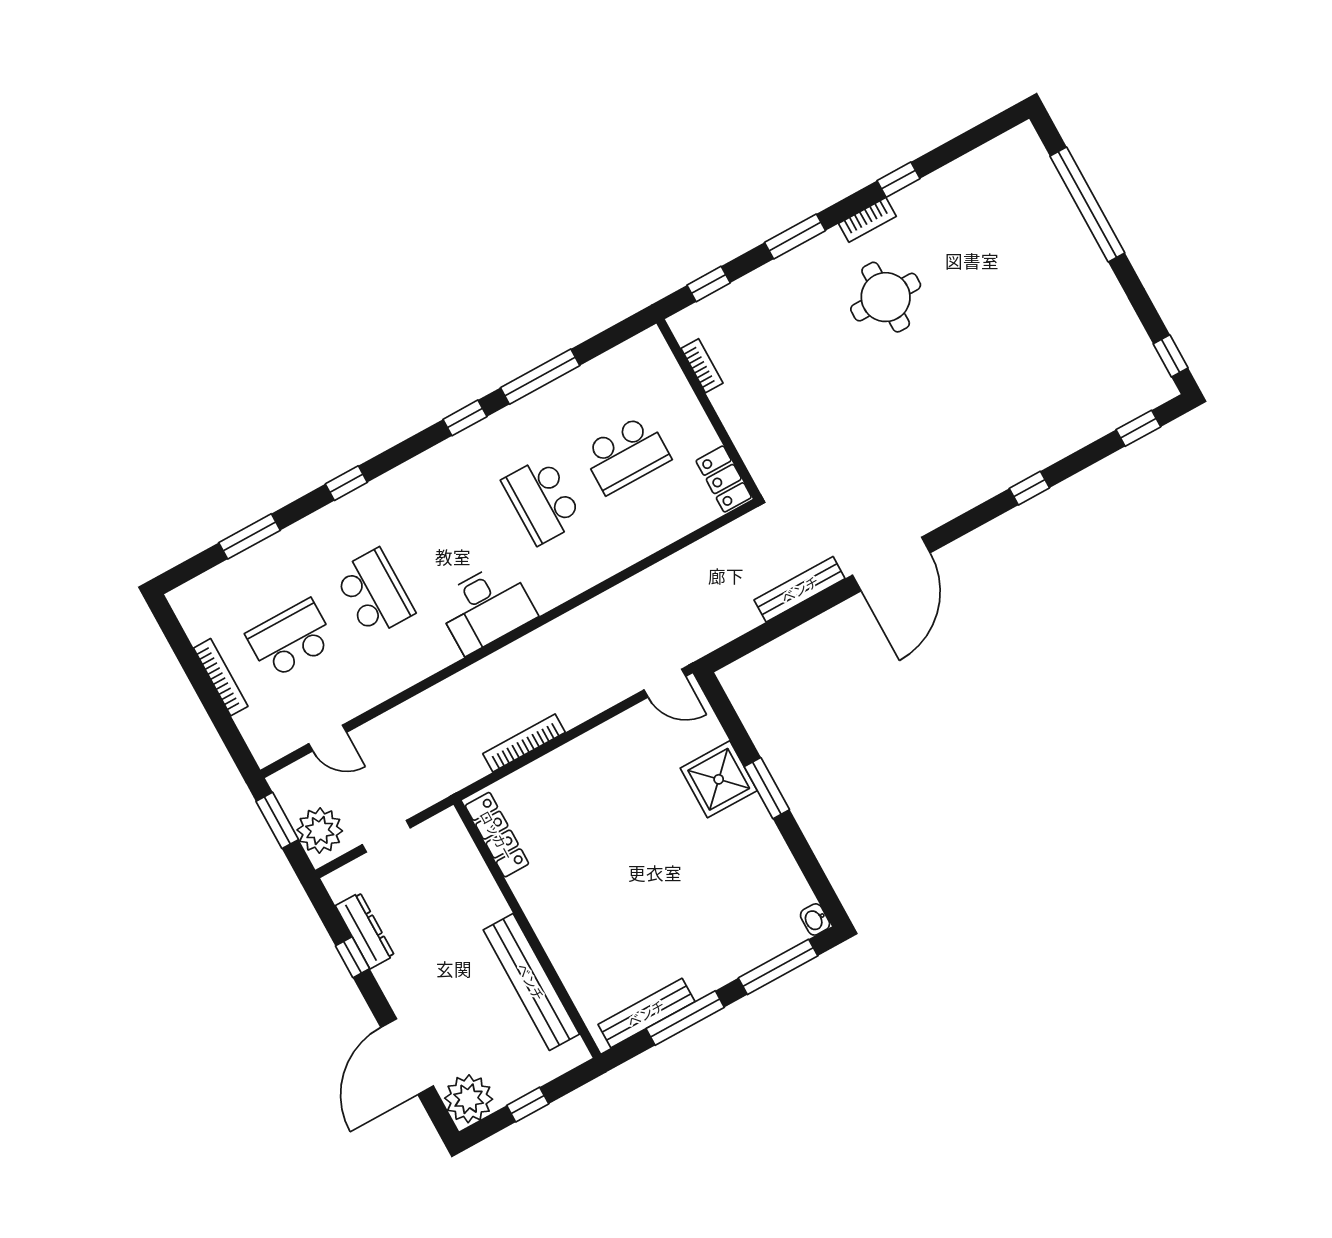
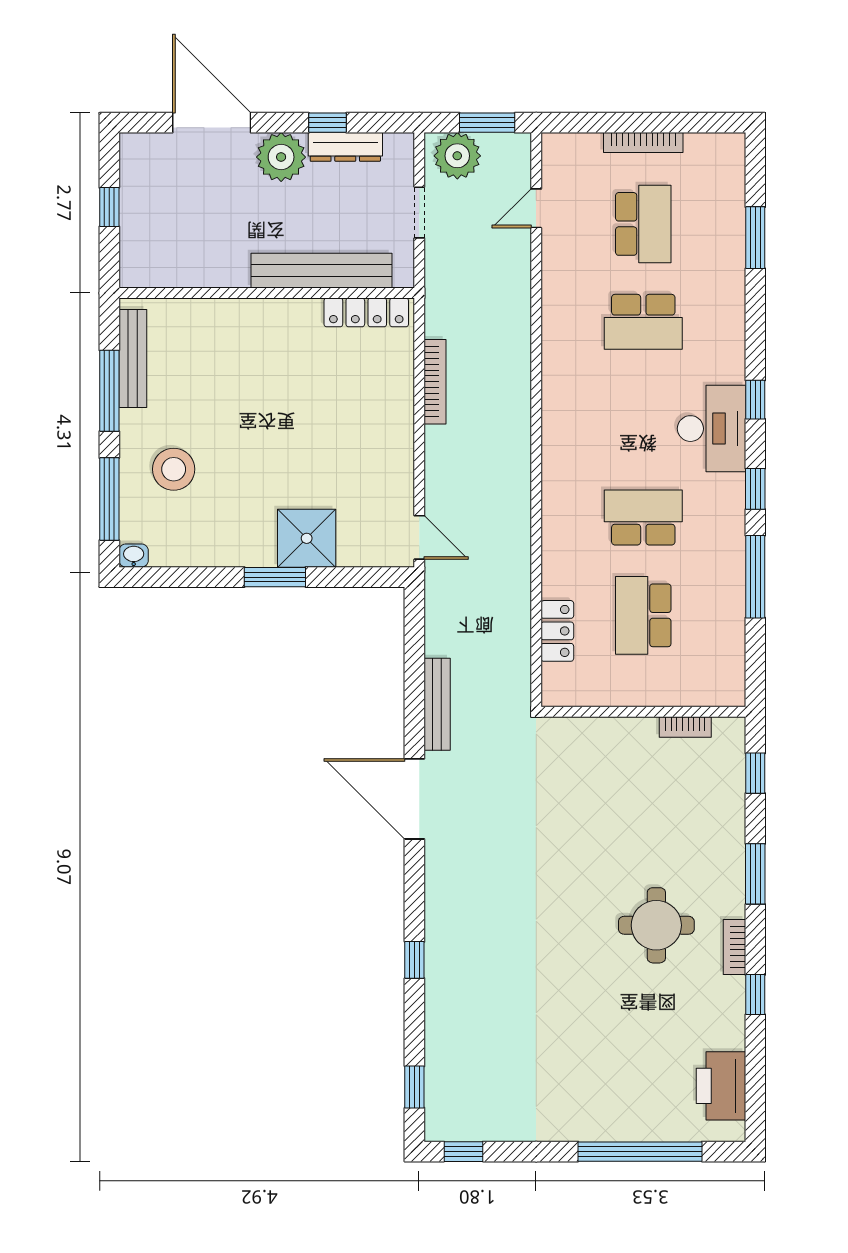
printer: (993, 166) -> (721, 1086), added
locker: (724, 479) -> (557, 631), moved, turned 90
window: (346, 483) -> (755, 400), moved
desk: (486, 608) -> (711, 429), moved, turned 180
door: (665, 683) -> (419, 537), swing flipped
stool: (722, 926) -> (174, 469), added
bench: (531, 982) -> (322, 271), moved
plant: (469, 1099) -> (281, 157), moved

